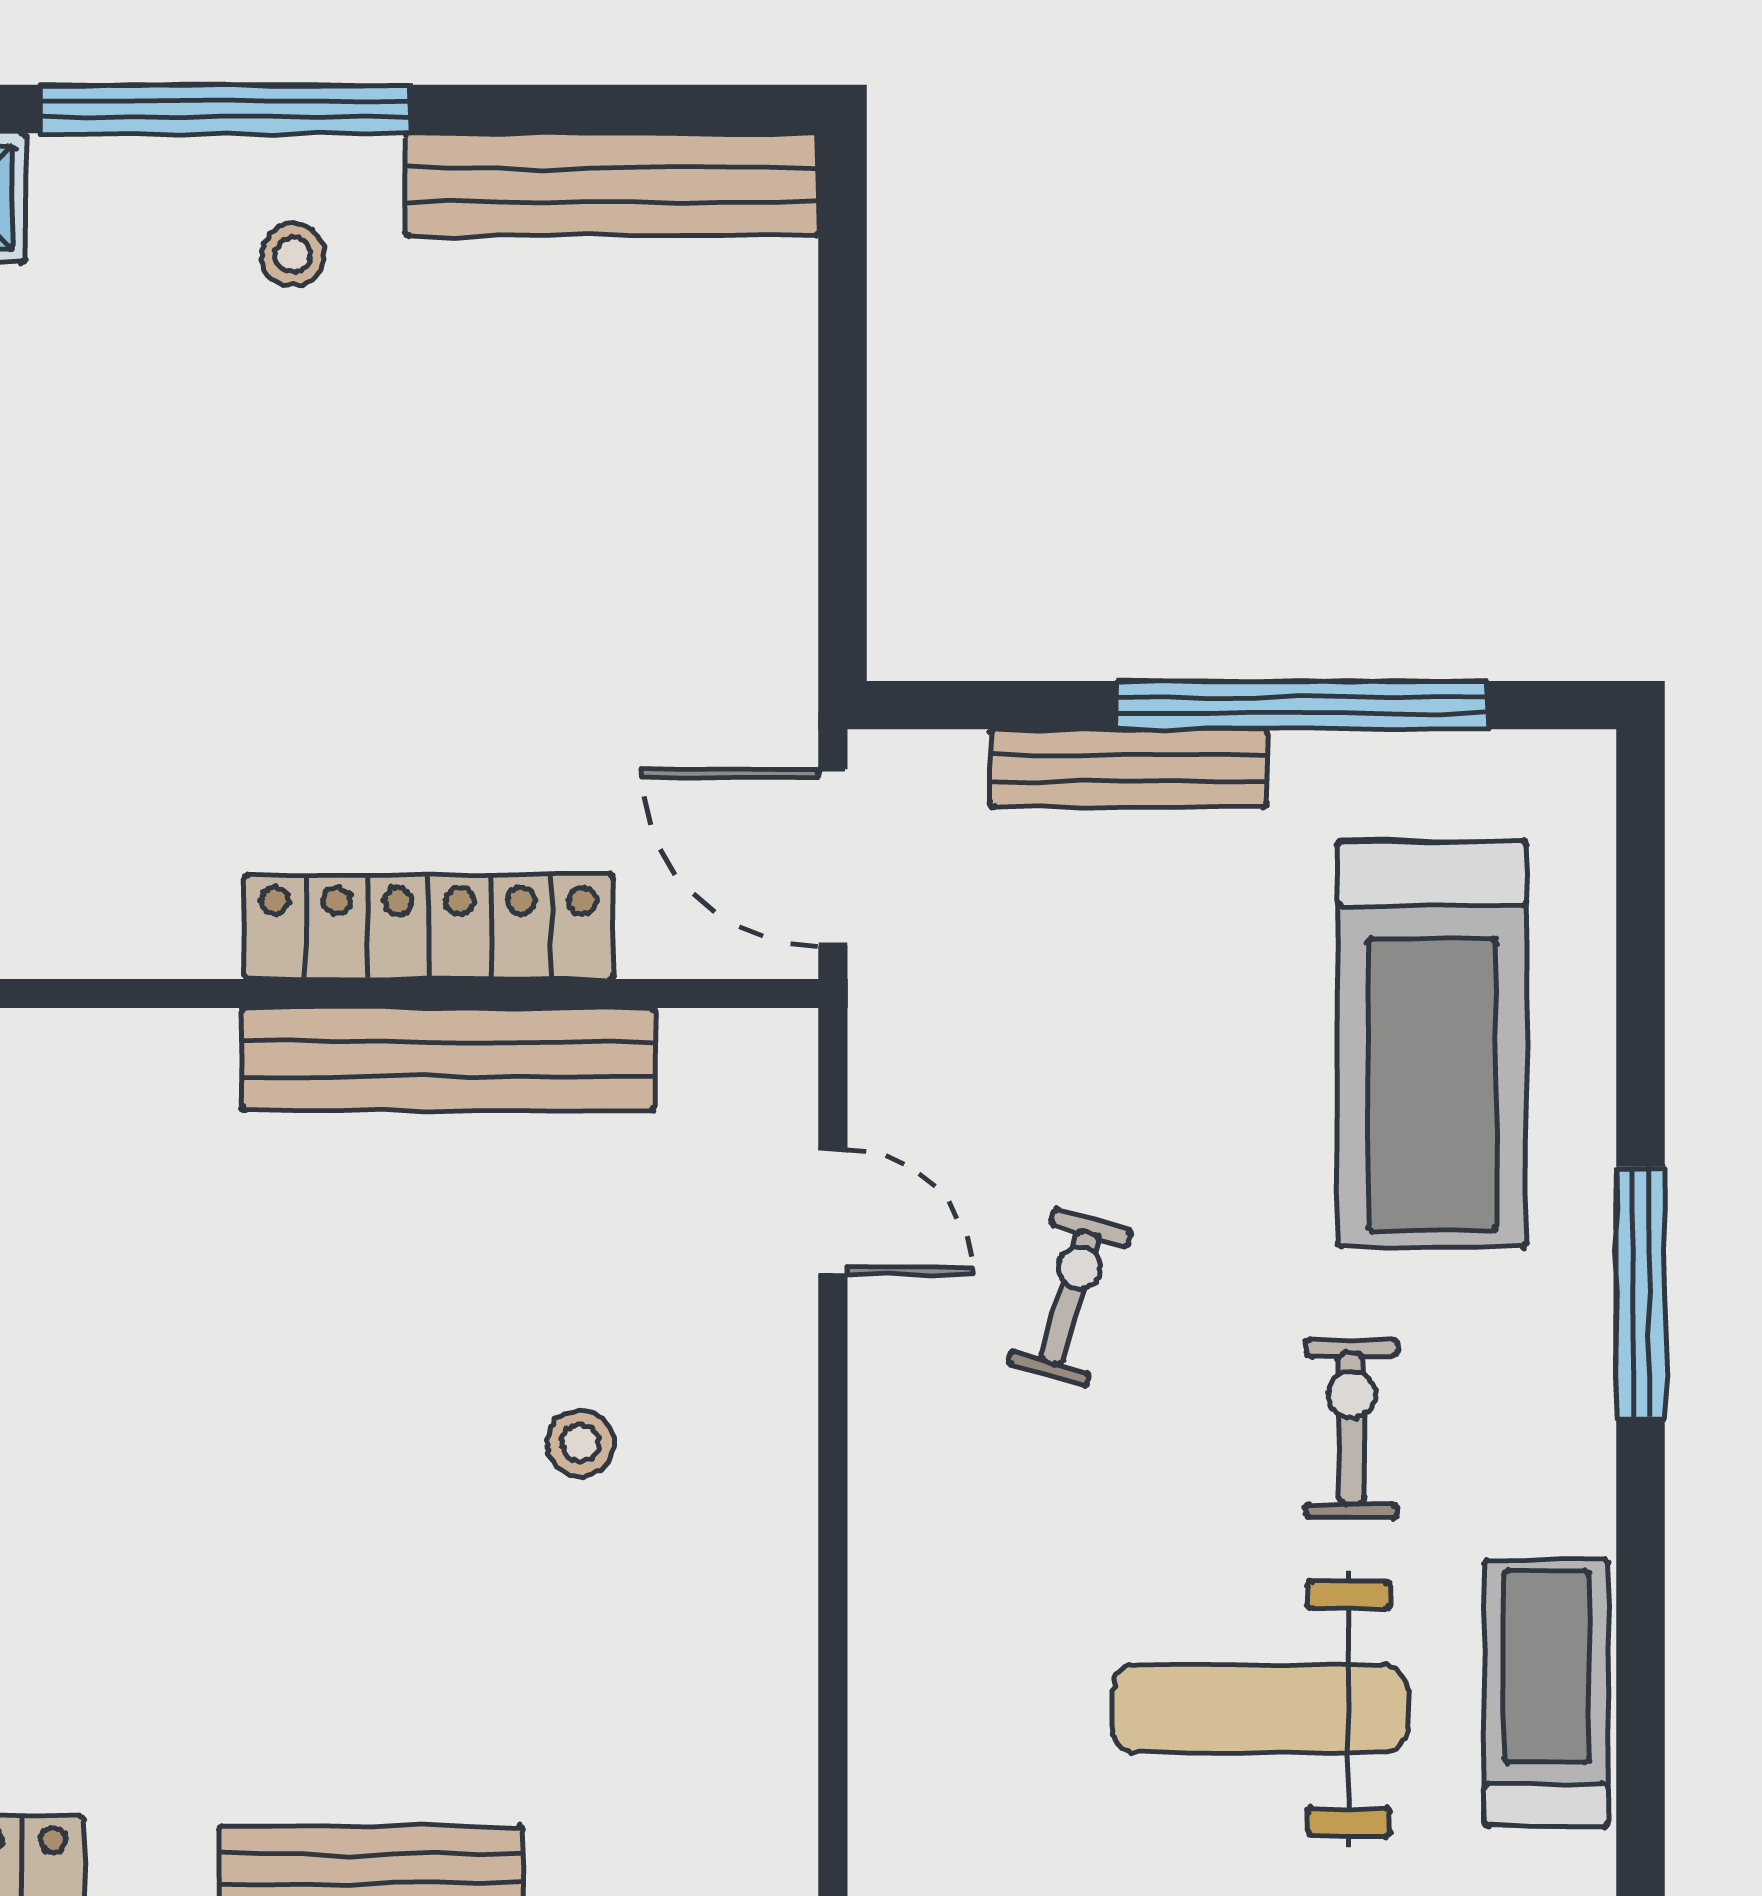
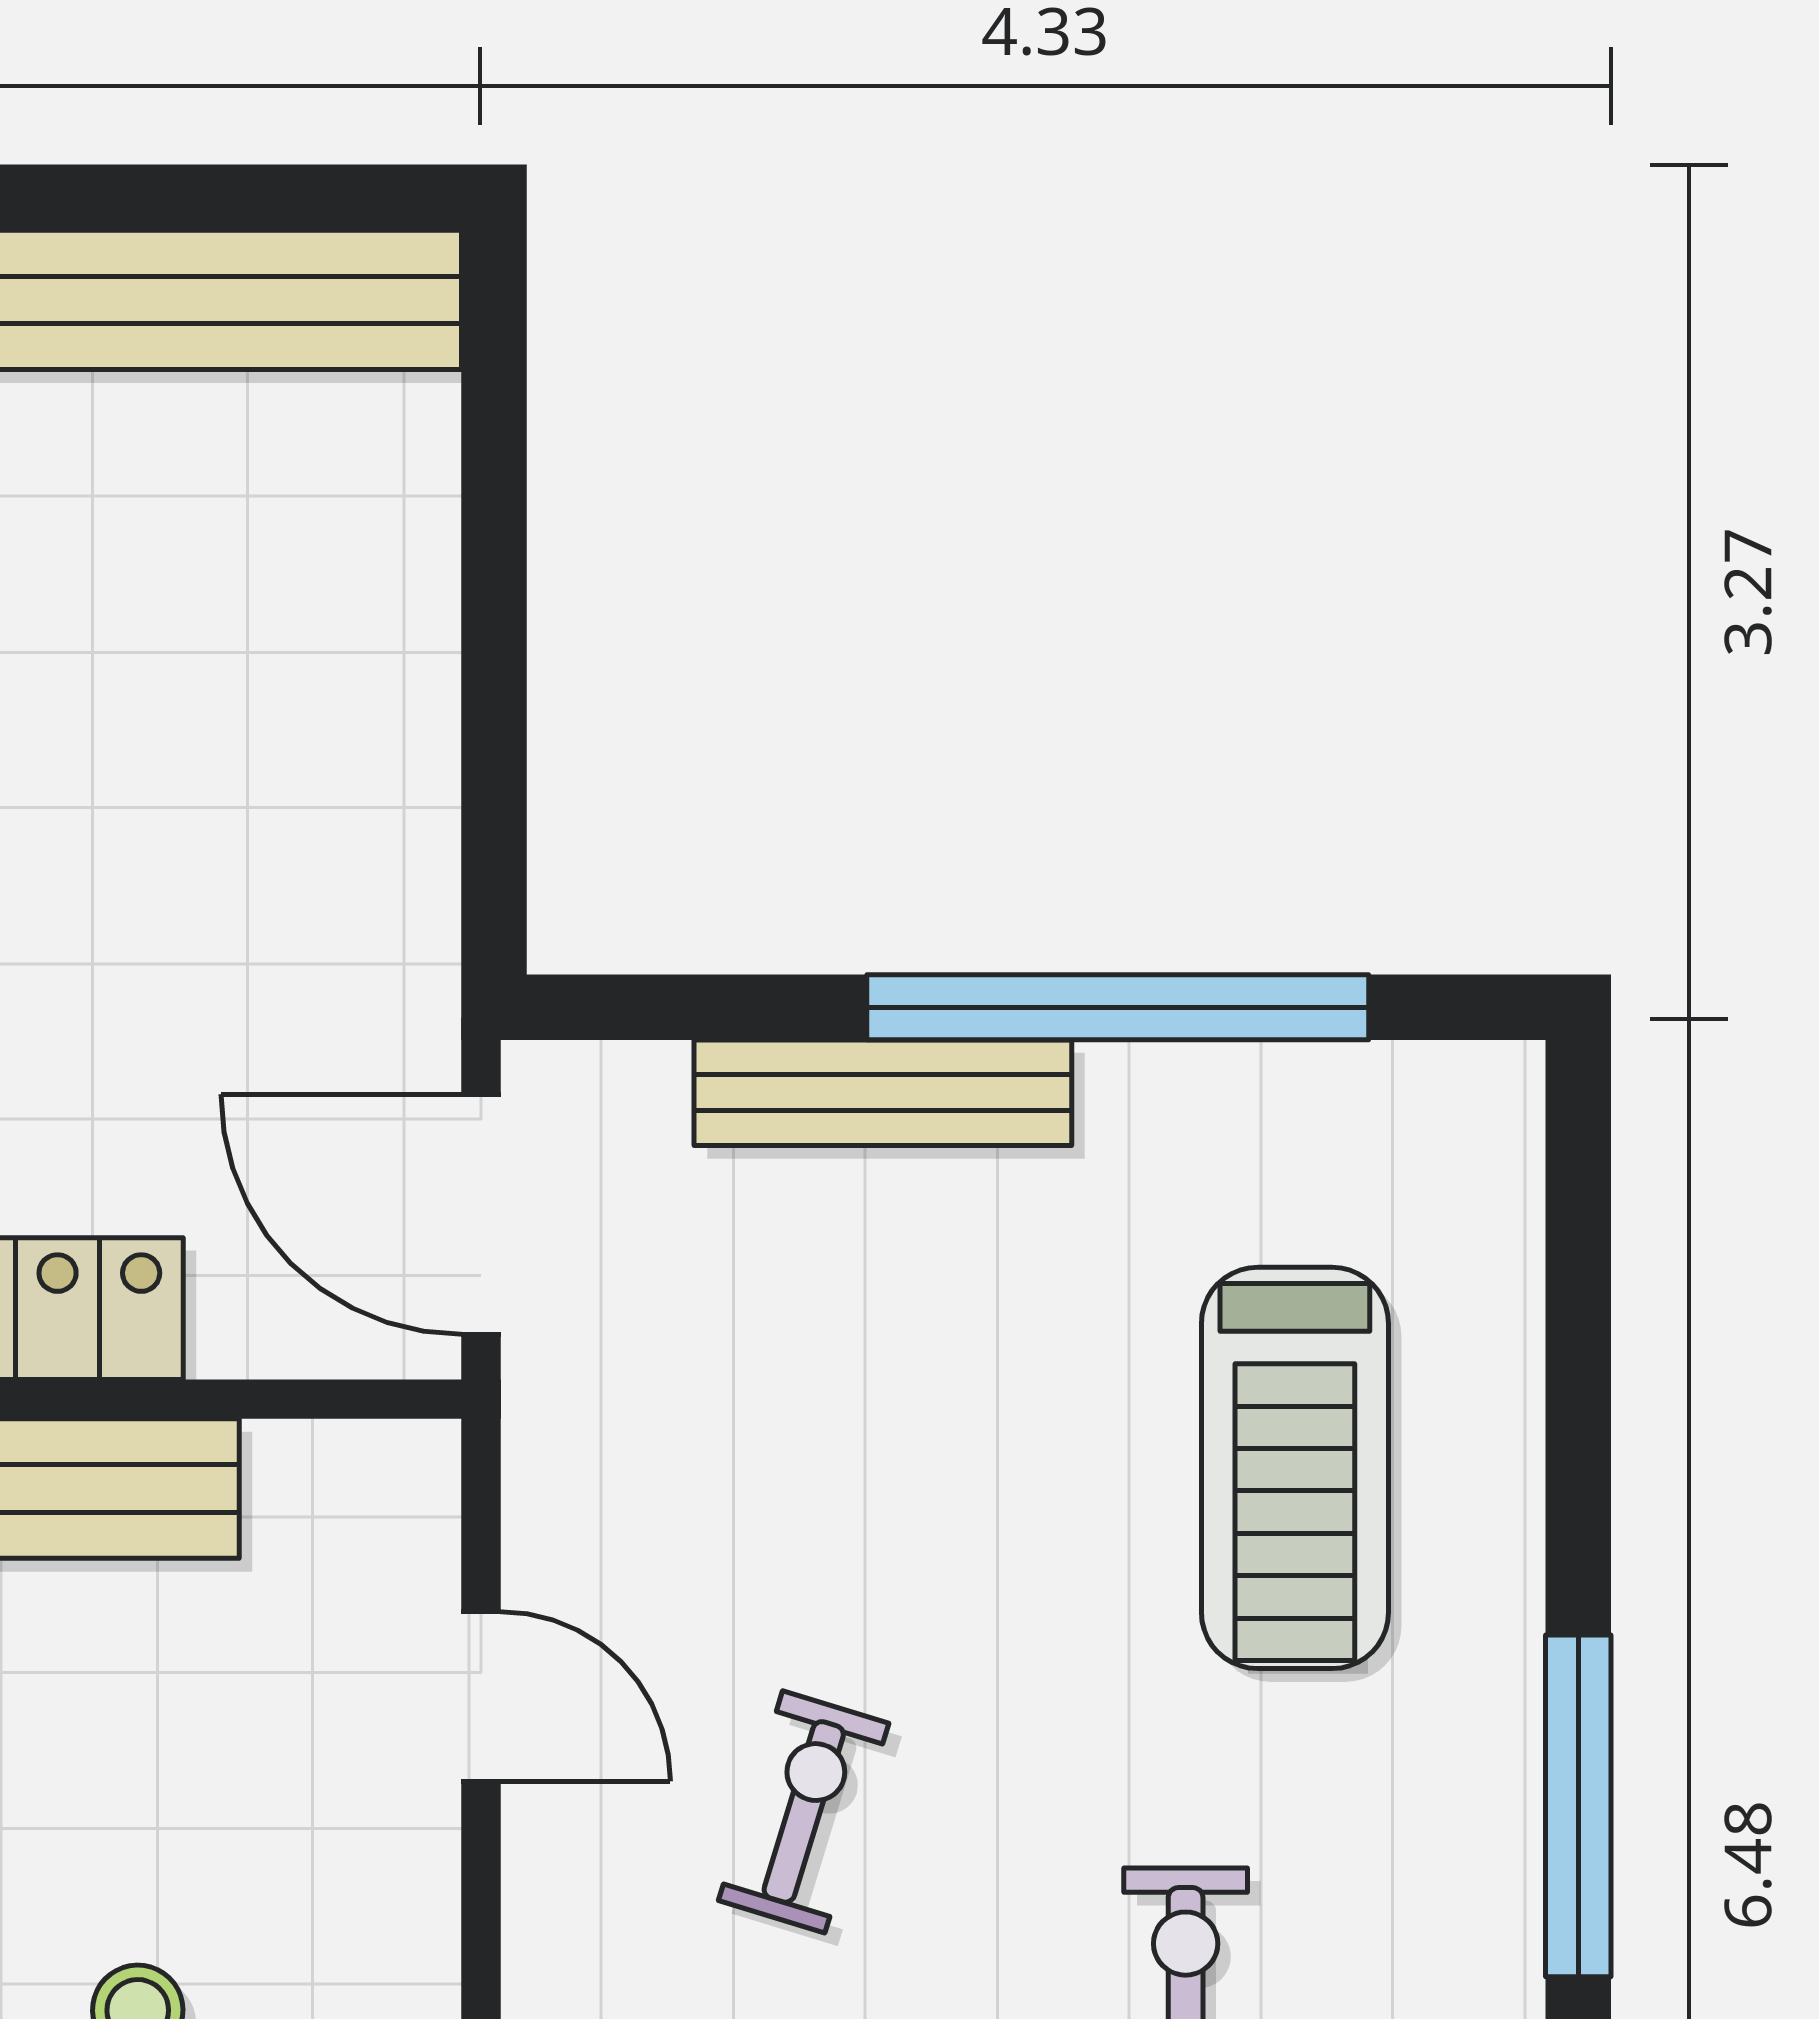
treadmill: (1432, 1044) -> (1295, 1468), width x0.73, depth x0.73

